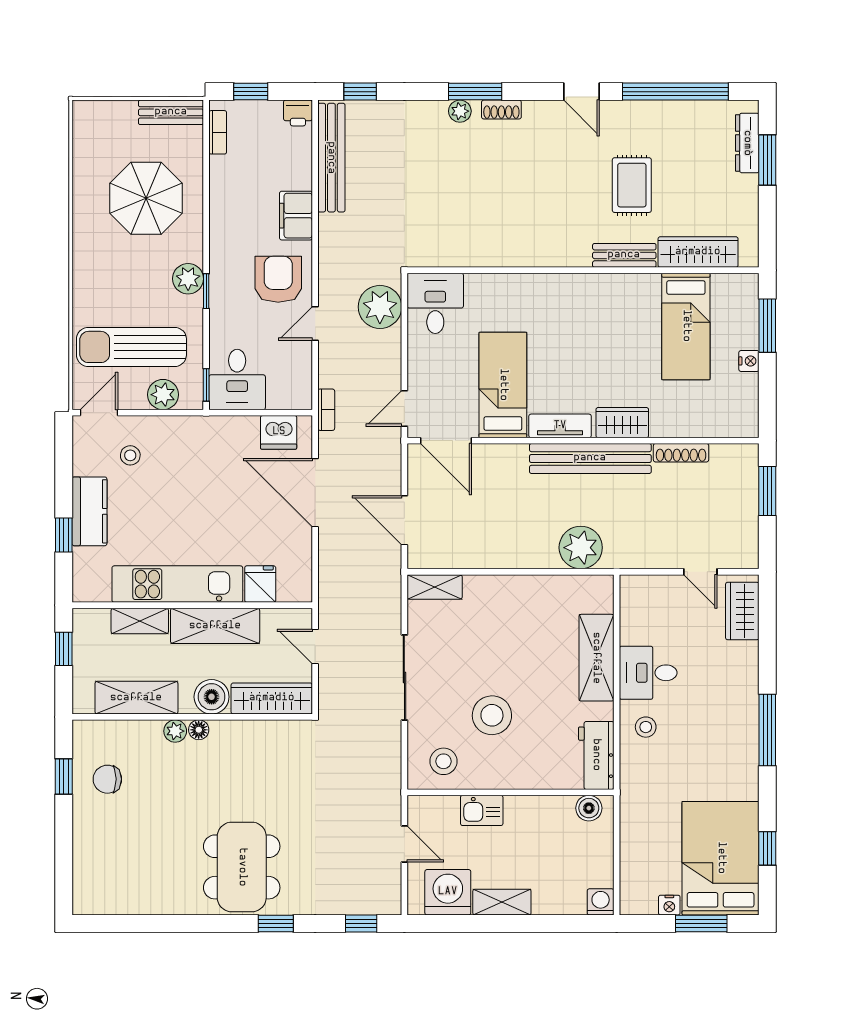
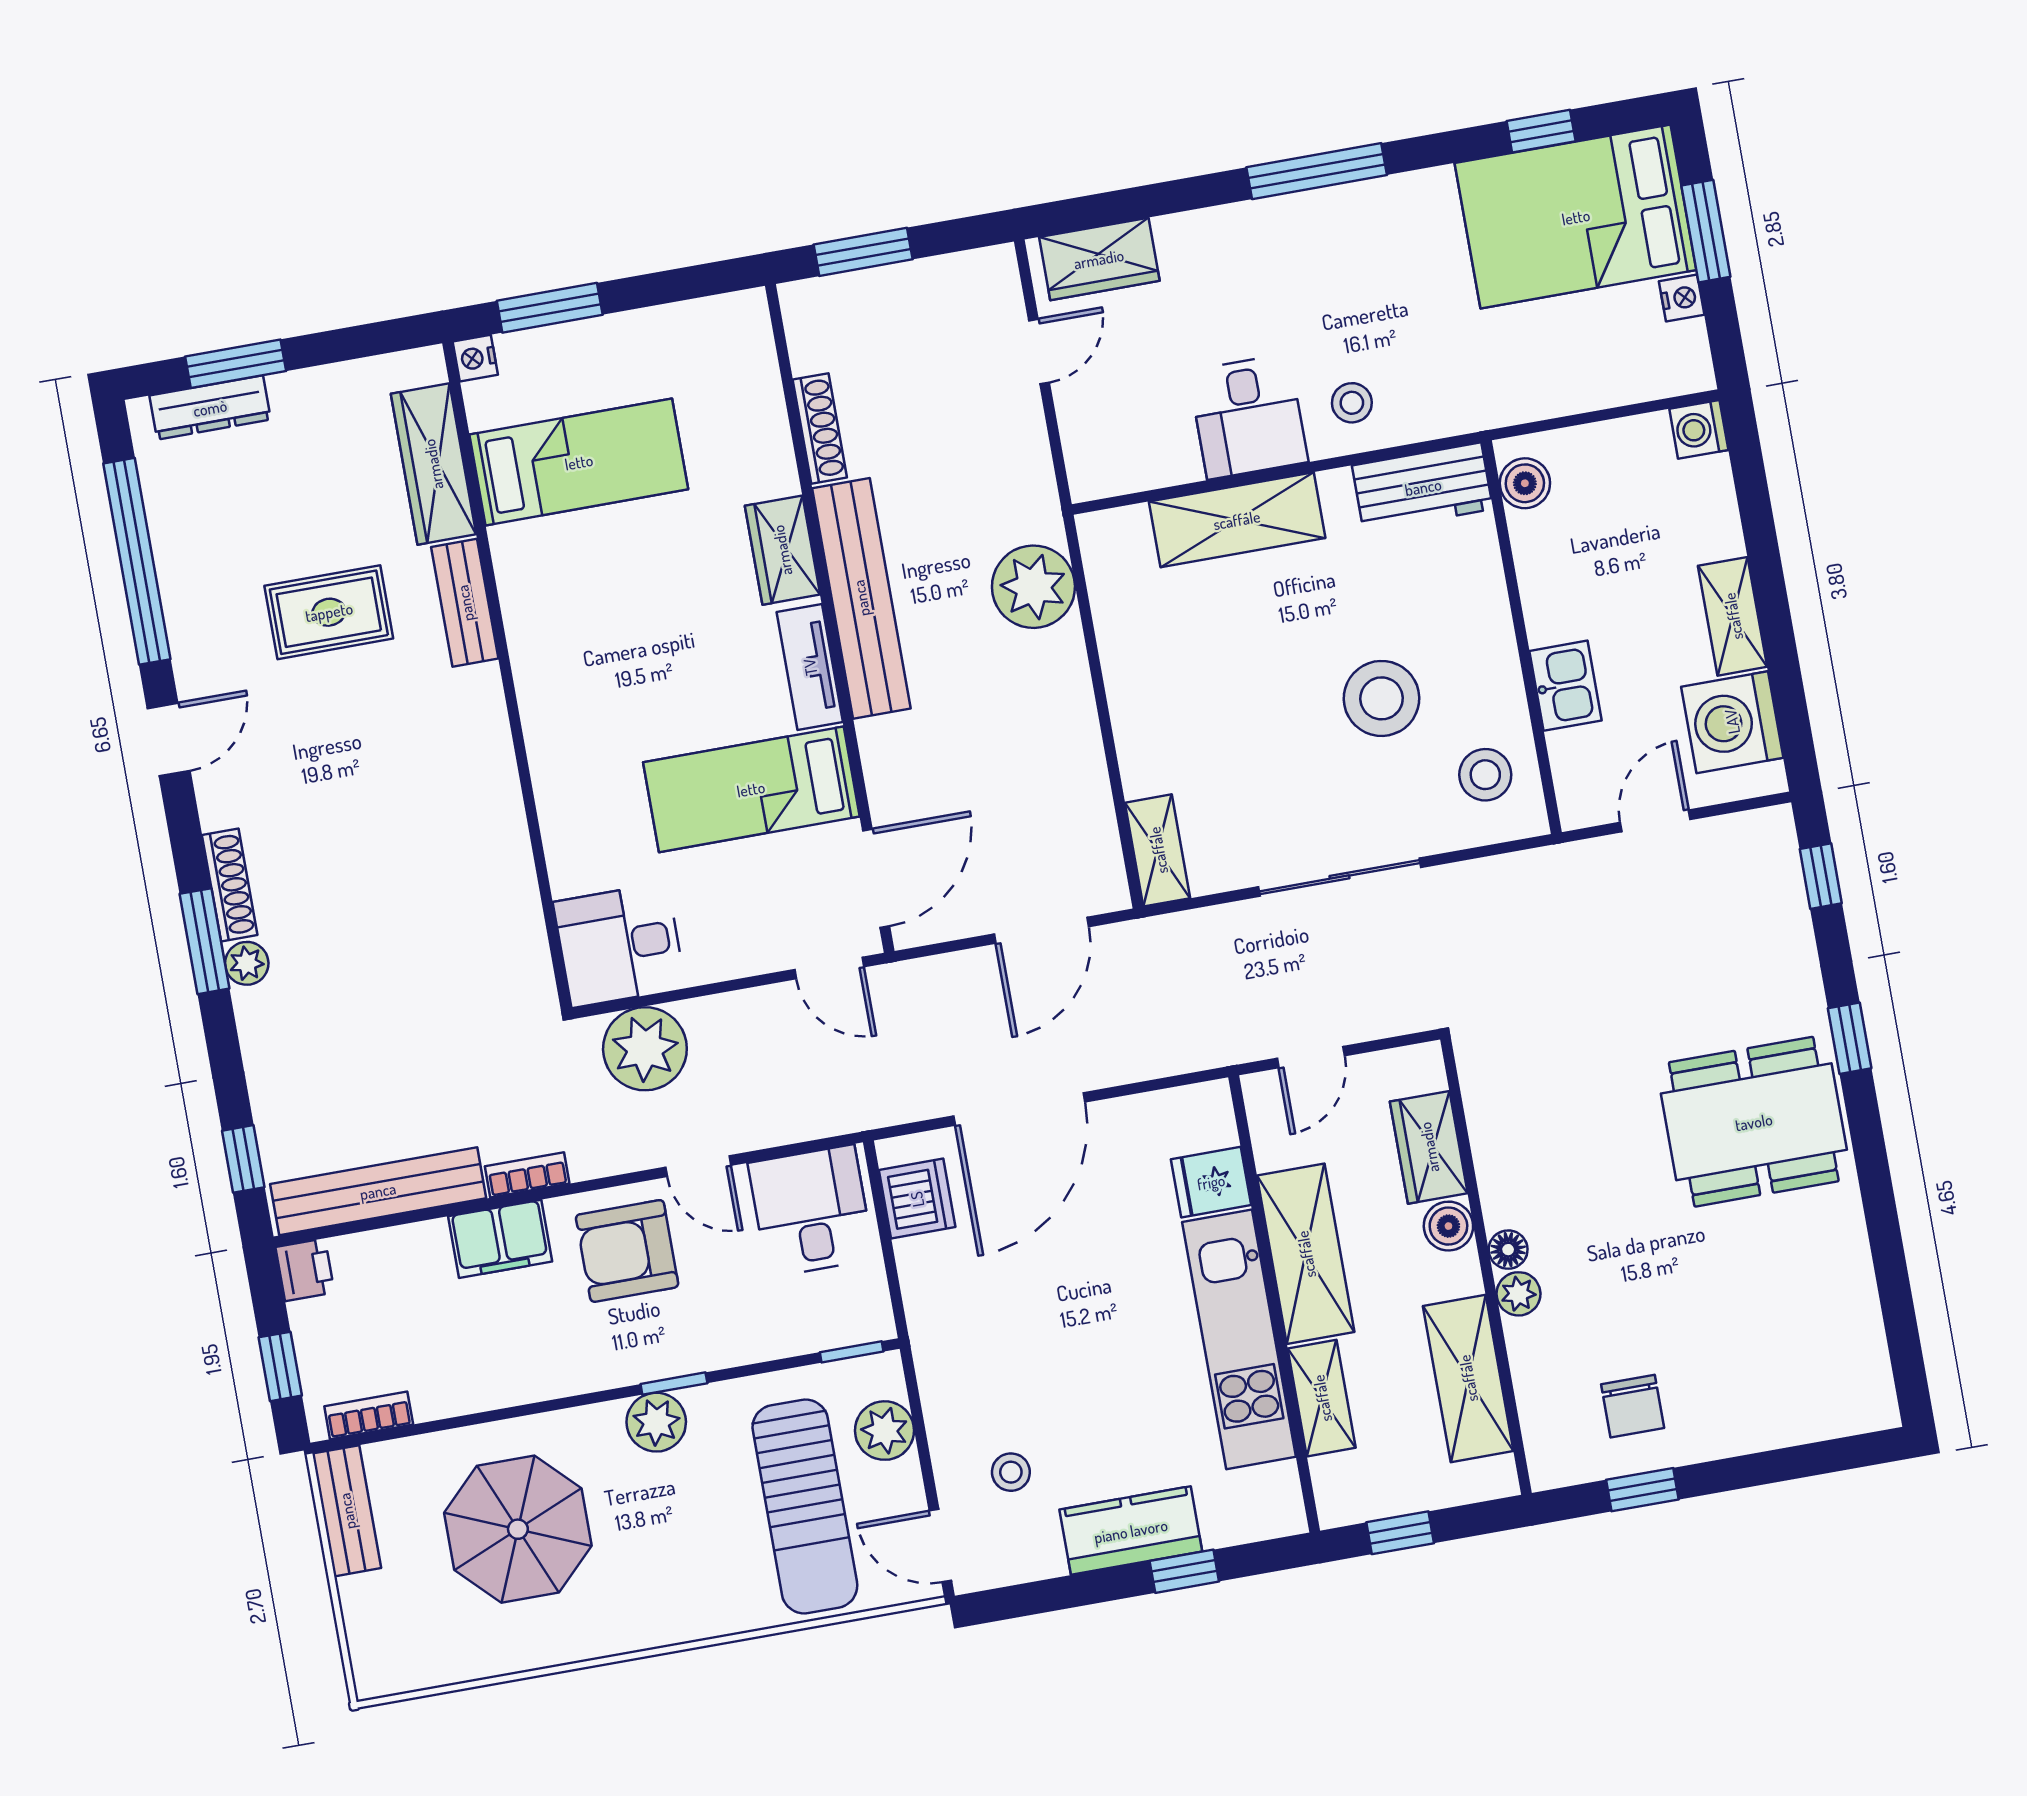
shoe rack: (501, 110) -> (230, 885), width x1.43
nightstand: (749, 361) -> (475, 358), moved, turned -90
desk: (237, 380) -> (811, 1211), moved, turned -90
bookcase: (326, 410) -> (527, 1175), moved
boiler: (212, 697) -> (1448, 1226), width x0.73, depth x0.73
wardrobe: (272, 698) -> (1429, 1147), width x0.67

